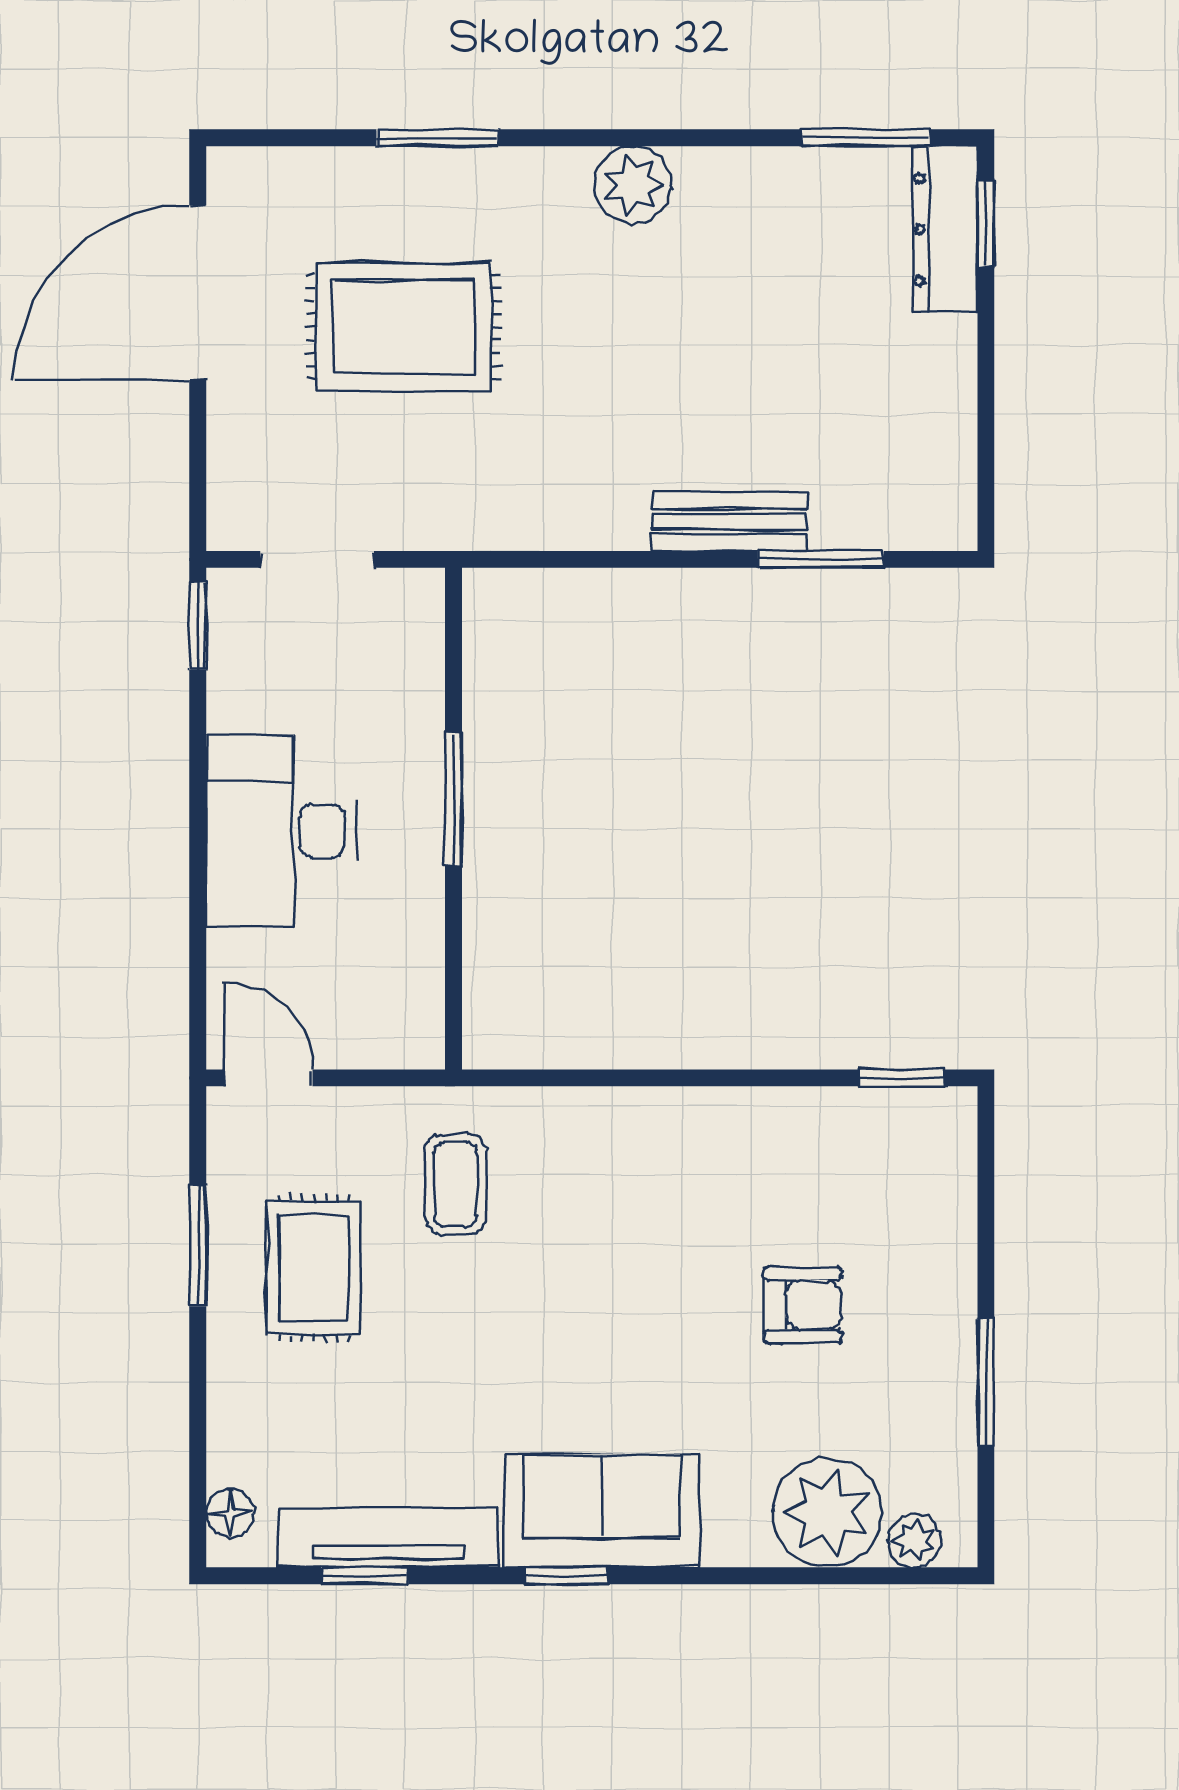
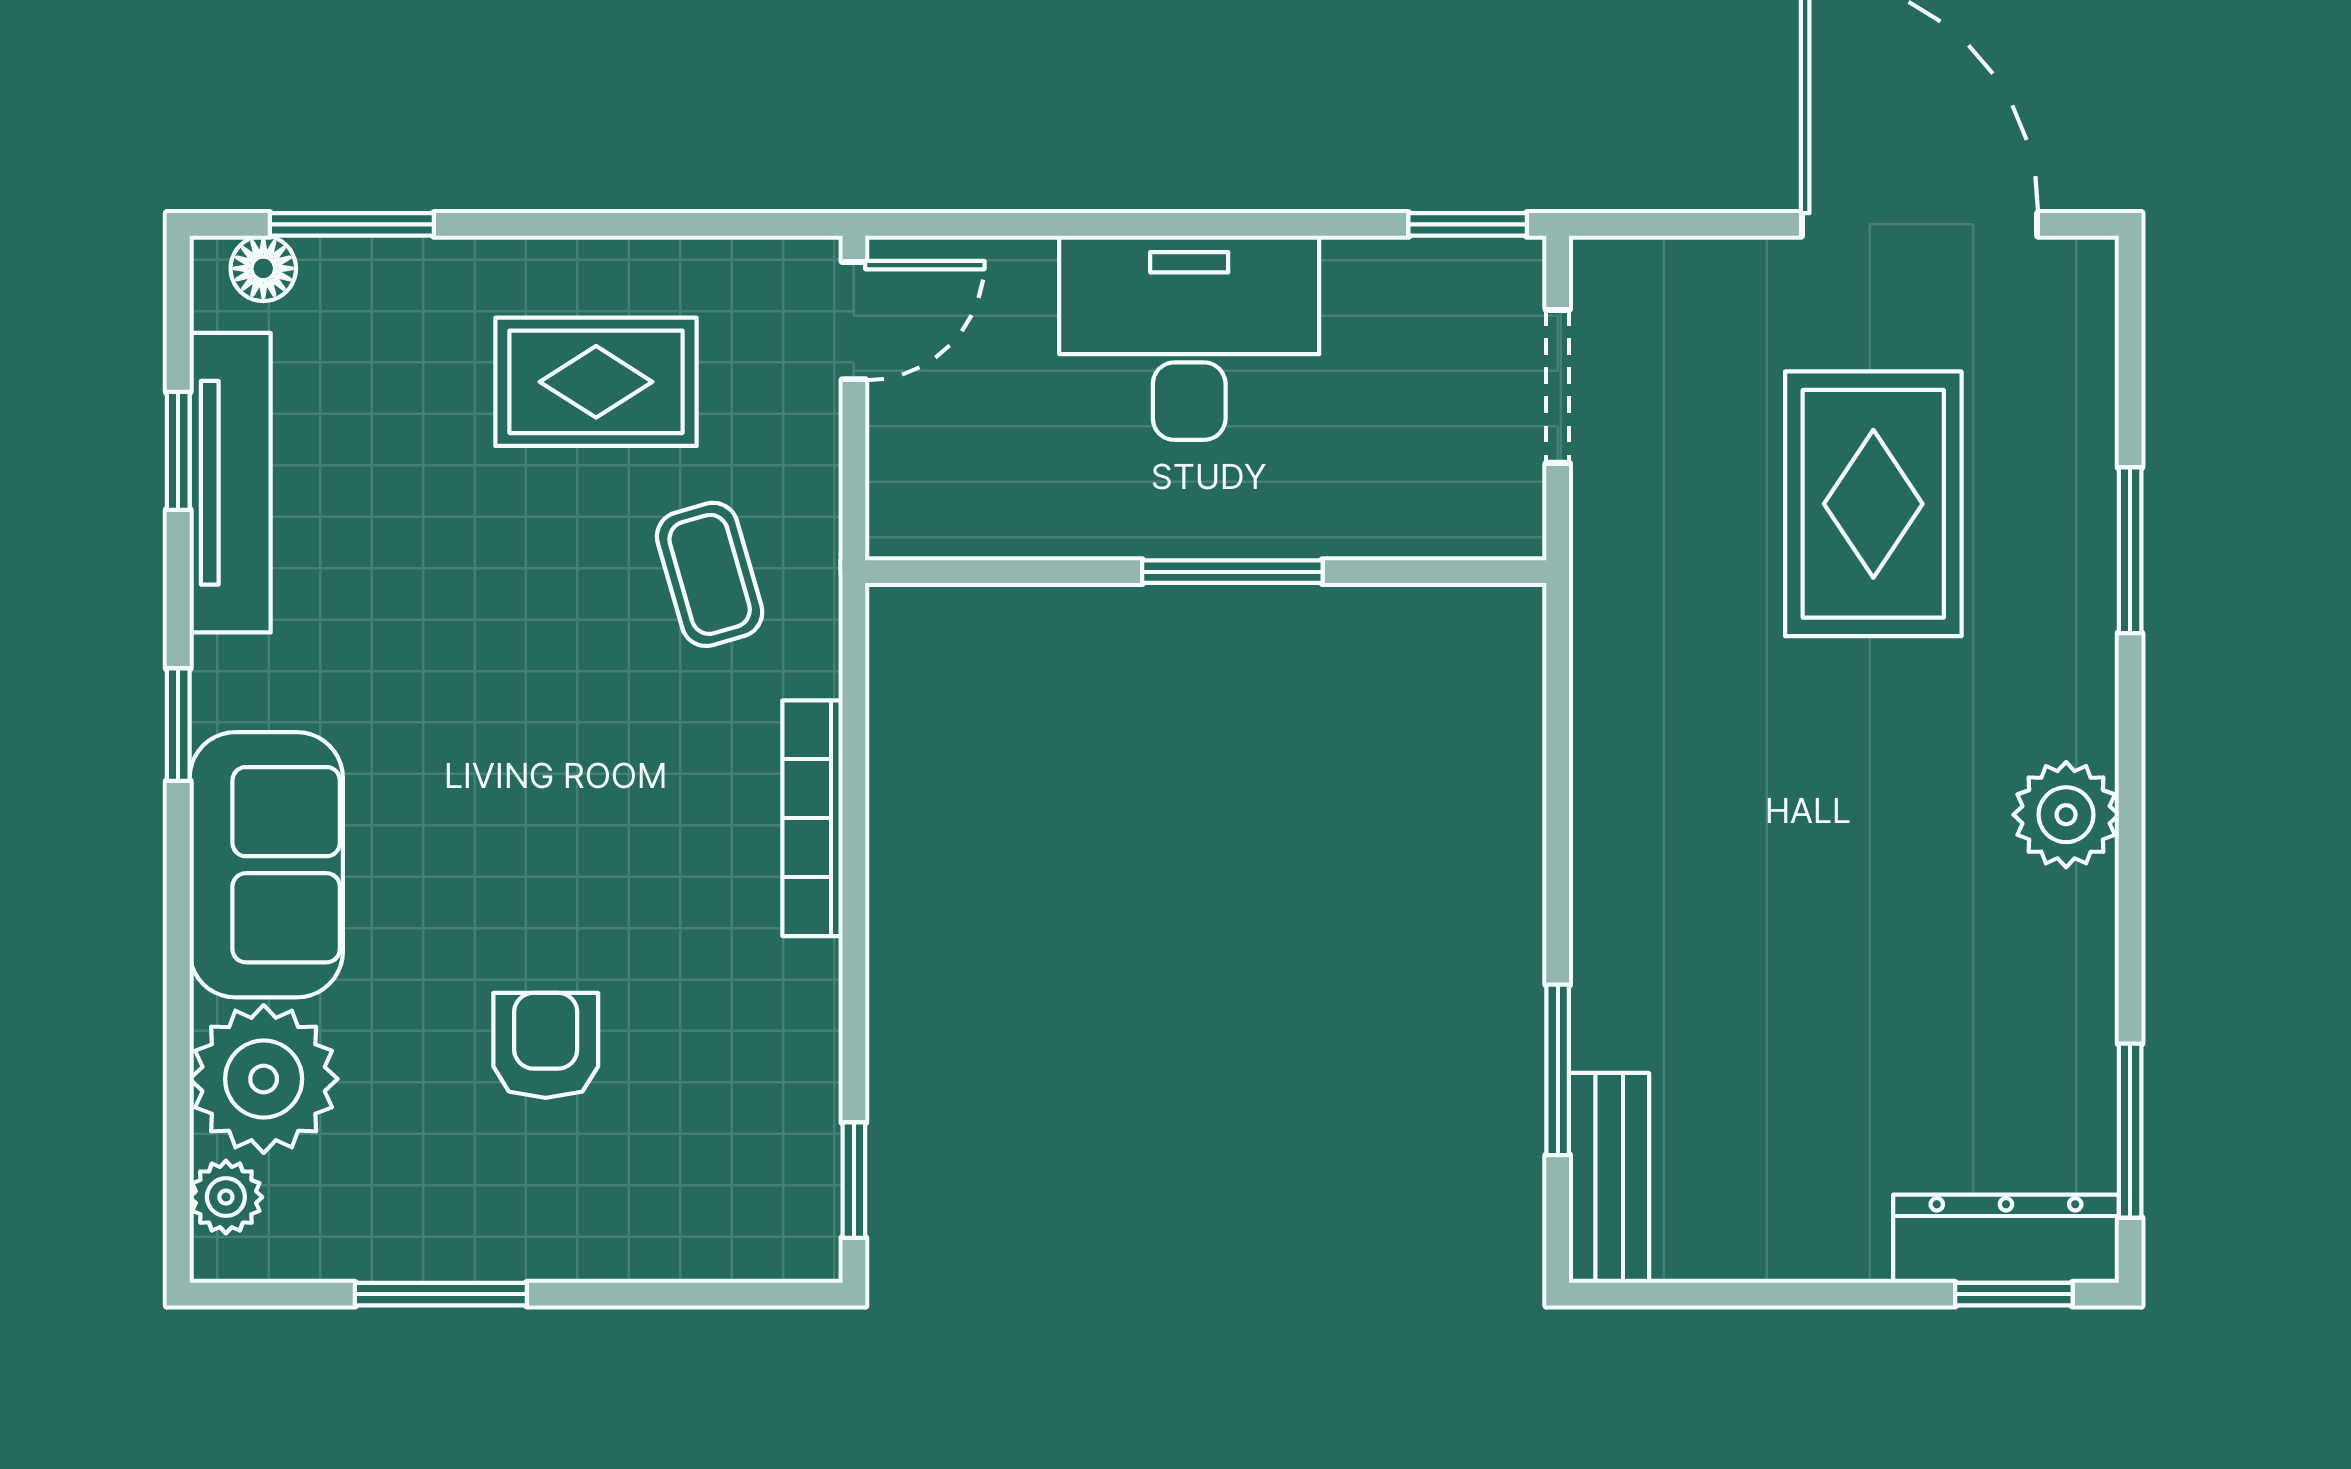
bench: (729, 522) -> (1609, 1178), moved
bookcase: (635, 1108) -> (812, 818), added
coffee table: (456, 1184) -> (710, 574), turned 74
window: (198, 1246) -> (352, 224), moved
armchair: (803, 1305) -> (546, 1045), turned 180
sofa: (602, 1511) -> (266, 865), moved

